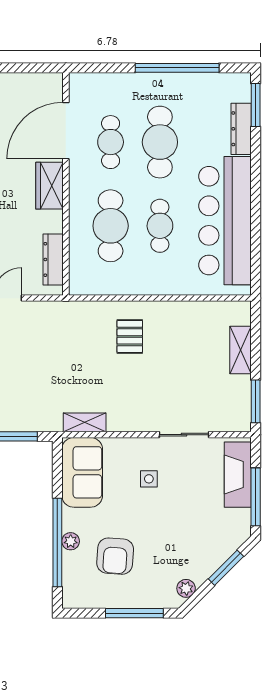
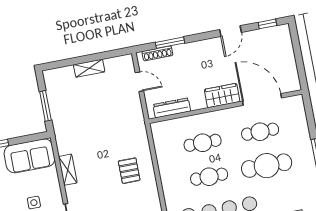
cafe table: (111, 226) -> (203, 143), width x0.73, depth x0.74
pallet: (130, 336) -> (129, 171), turned 90
shelving: (85, 422) -> (68, 170), moved

